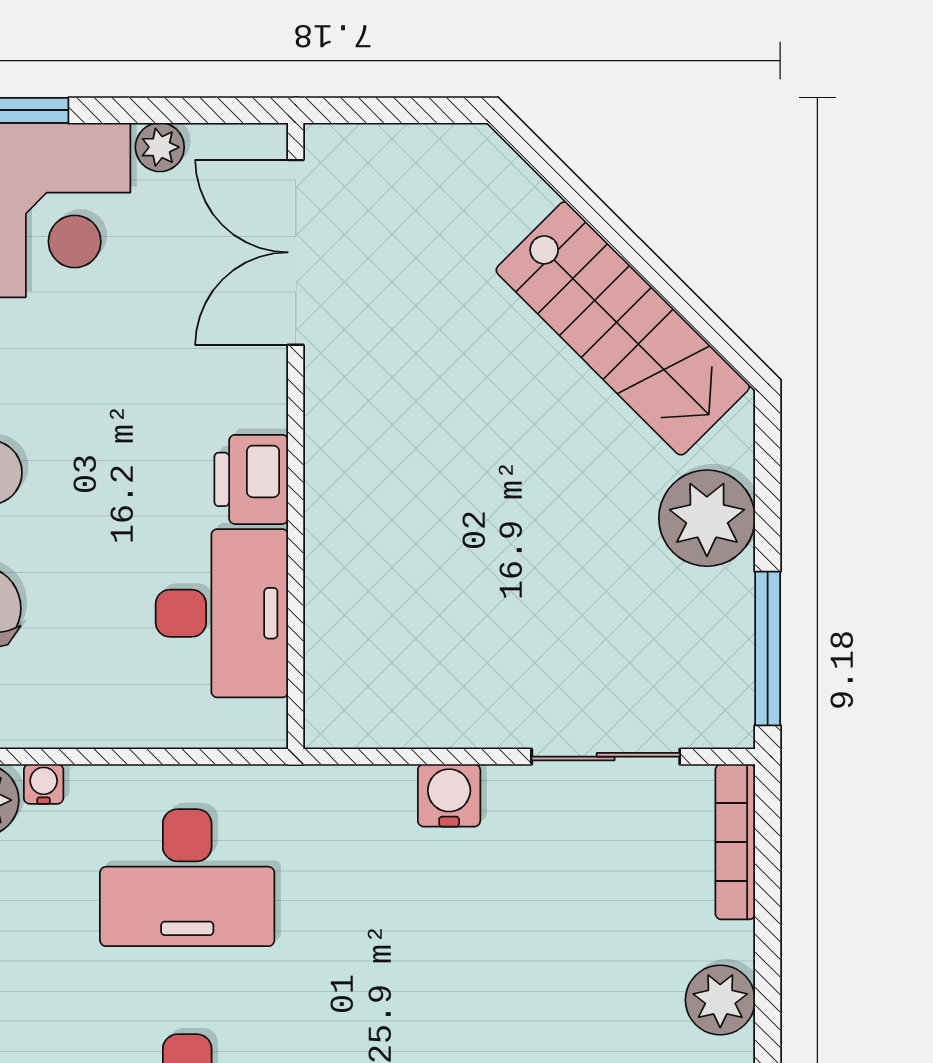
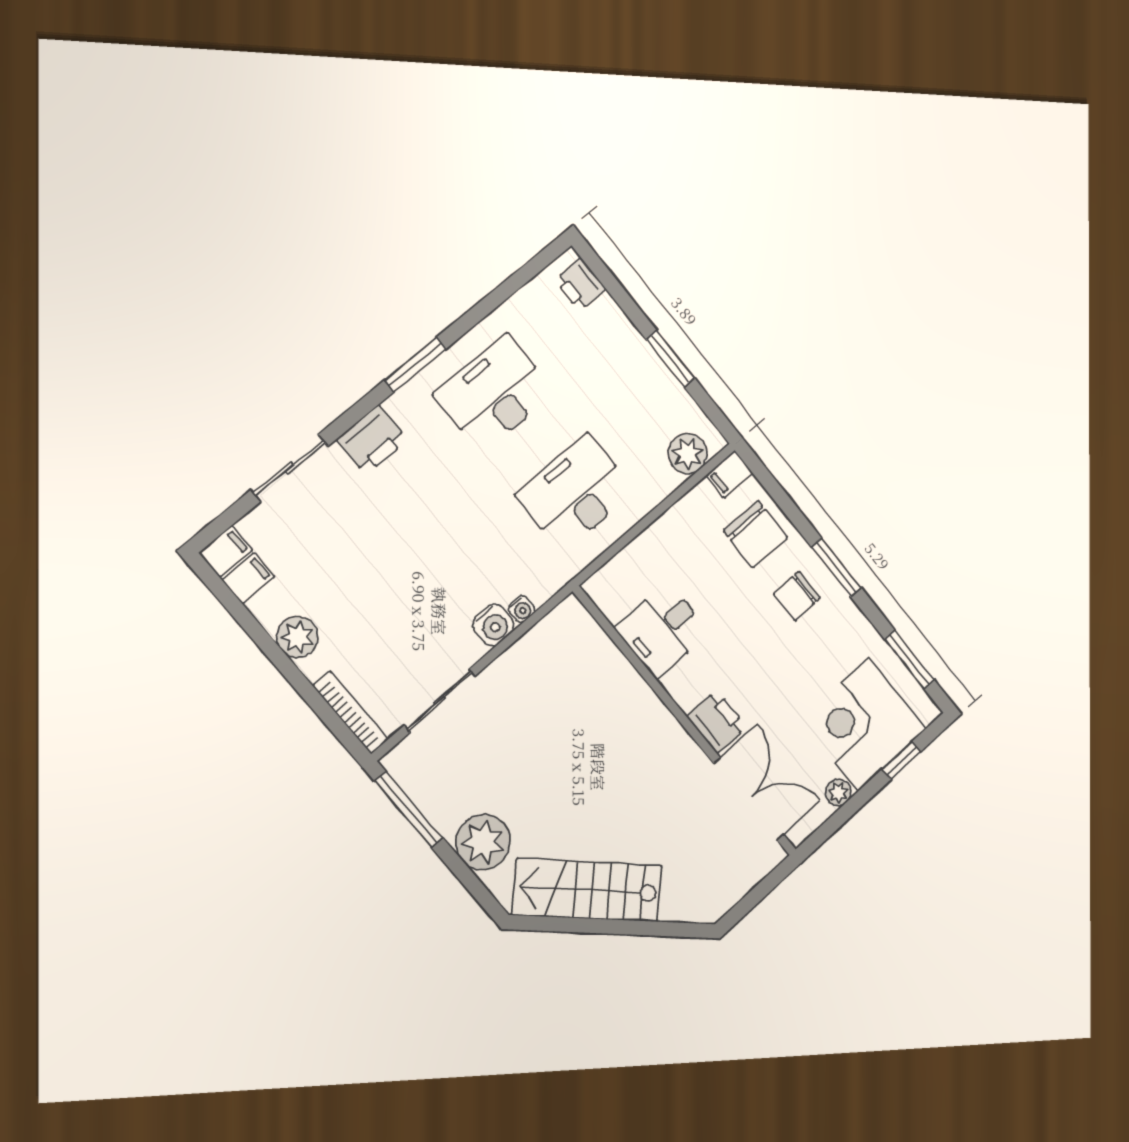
printer: (251, 479) -> (717, 722), moved
desk: (222, 613) -> (662, 630), width x0.73
water cooler: (44, 784) -> (522, 609), moved

